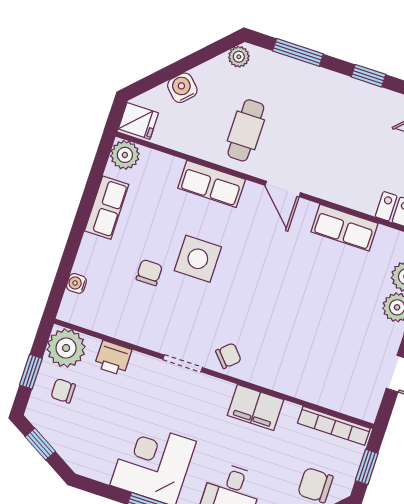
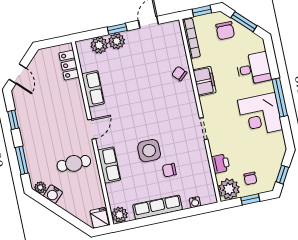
water cooler: (182, 88) -> (53, 194), moved
row of seats: (107, 208) -> (158, 207), width x1.48
chair: (228, 356) -> (179, 74), moved

